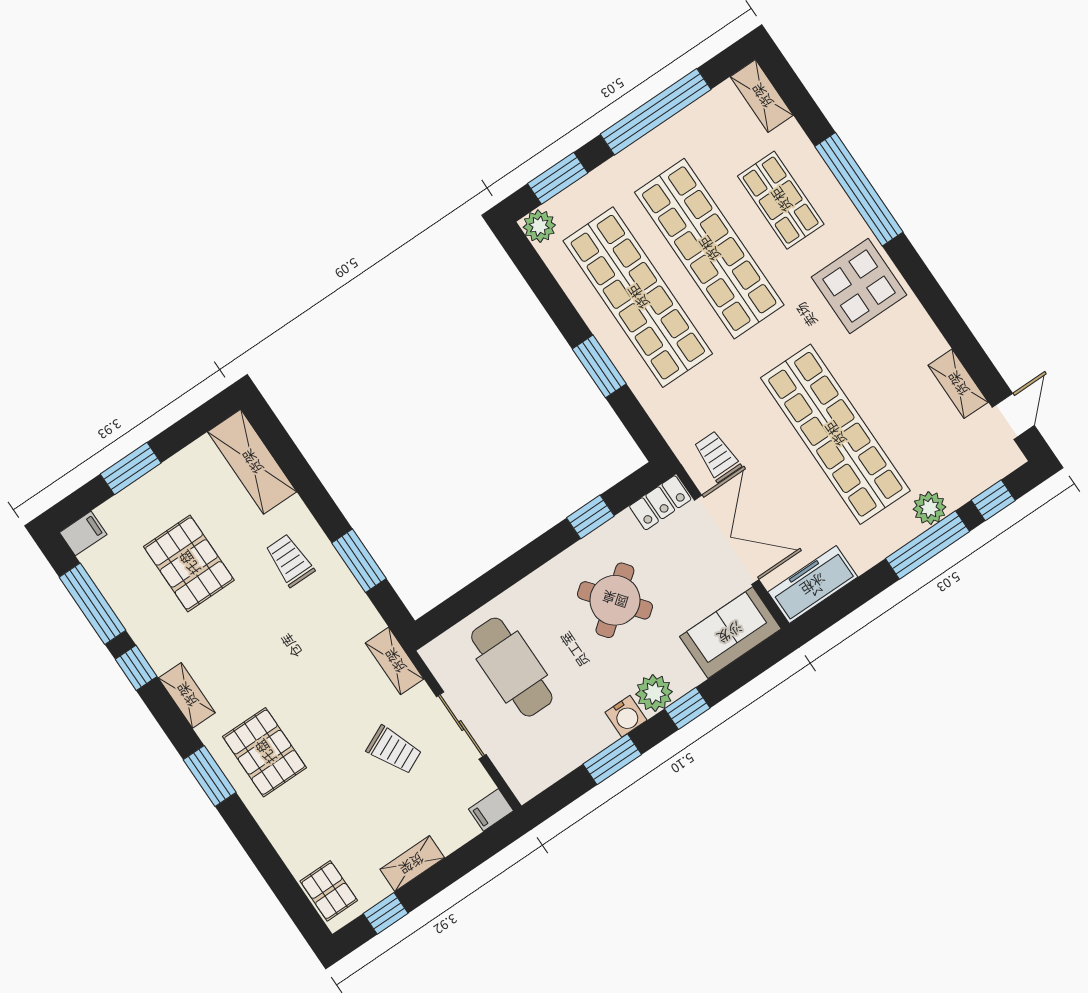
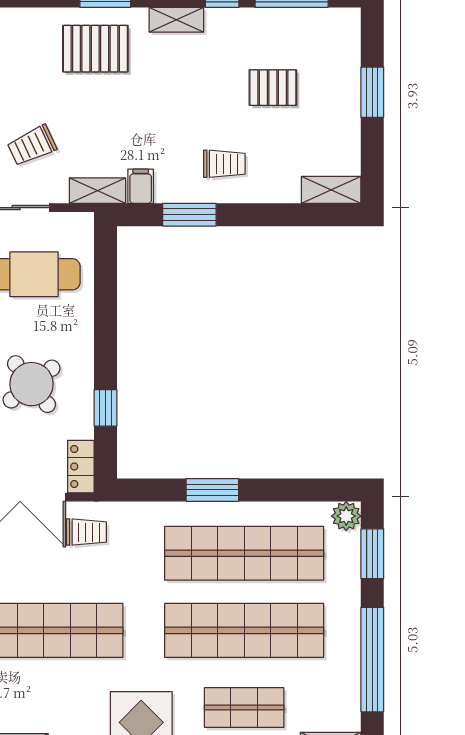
shelving: (252, 462) -> (331, 190), width x0.67, depth x0.75
filing cabinet: (83, 533) -> (141, 186), moved, turned 180
pallet: (189, 563) -> (273, 88), width x0.67, depth x0.71

